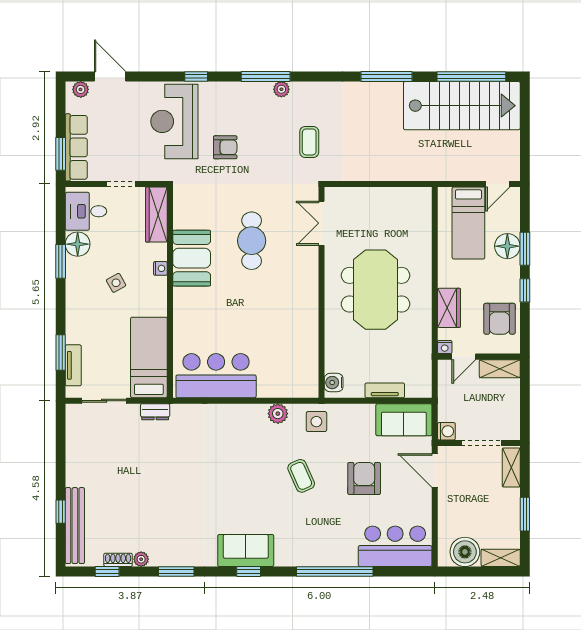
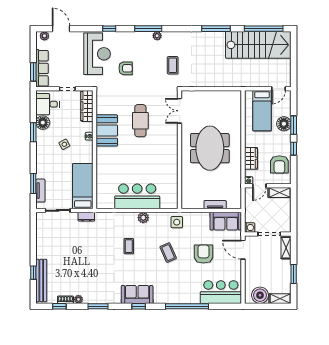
reception desk: (174, 121) -> (97, 54), turned 180
bar counter: (216, 376) -> (137, 196), moved
water cooler: (334, 383) -> (186, 200), removed
plant: (278, 414) -> (143, 218), moved
coffee table: (231, 464) -> (129, 246), added

